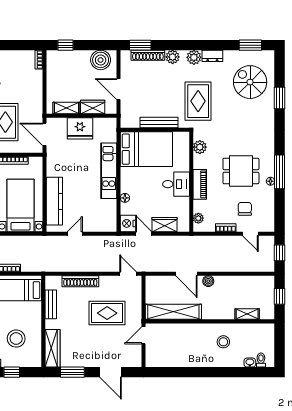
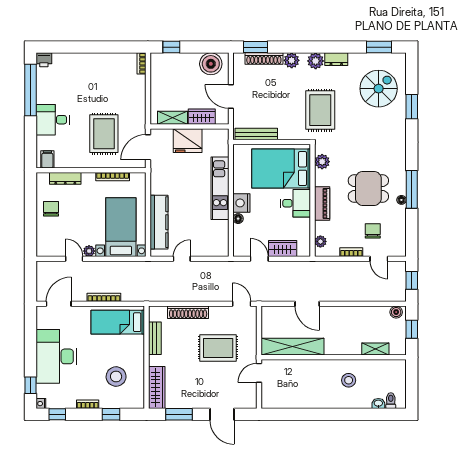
spiral stairs: (250, 82) -> (379, 89), turned 90
bench: (159, 123) -> (256, 134), moved
door: (45, 134) -> (148, 147), hinge flipped
bed: (146, 149) -> (281, 169), moved, turned 180
nightstand: (128, 223) -> (241, 203), moved
boiler: (208, 281) -> (396, 312), moved

